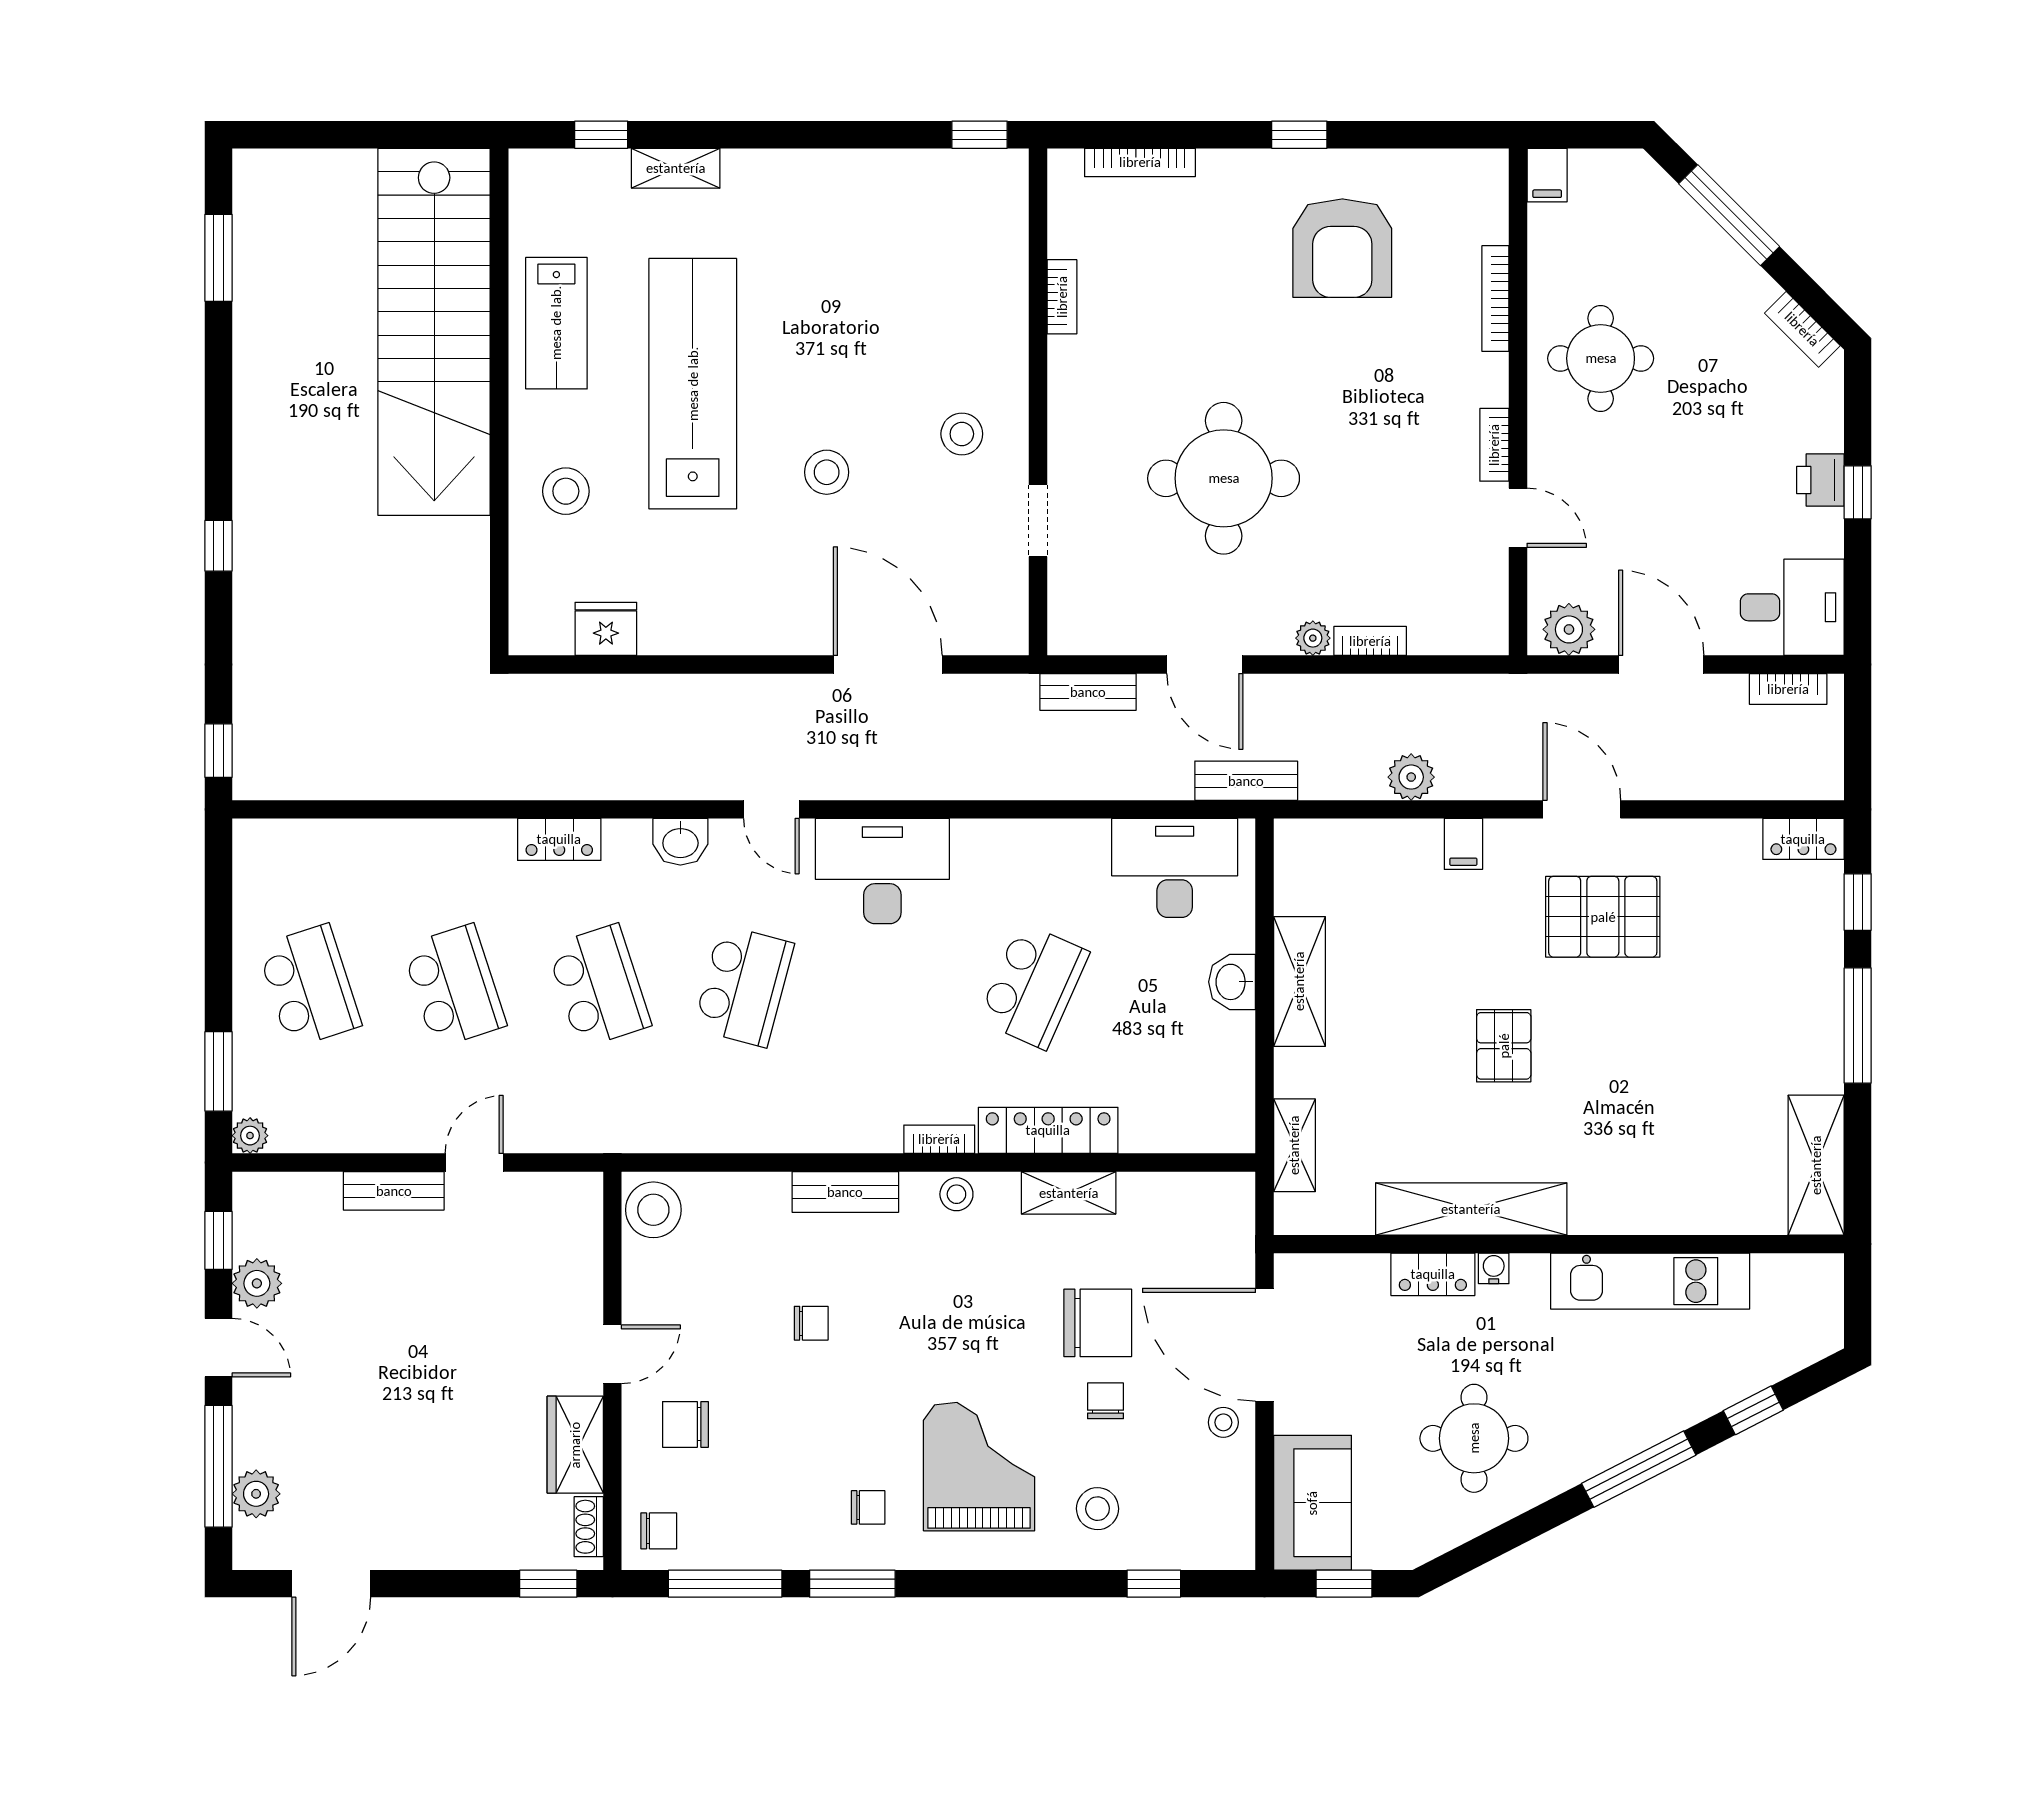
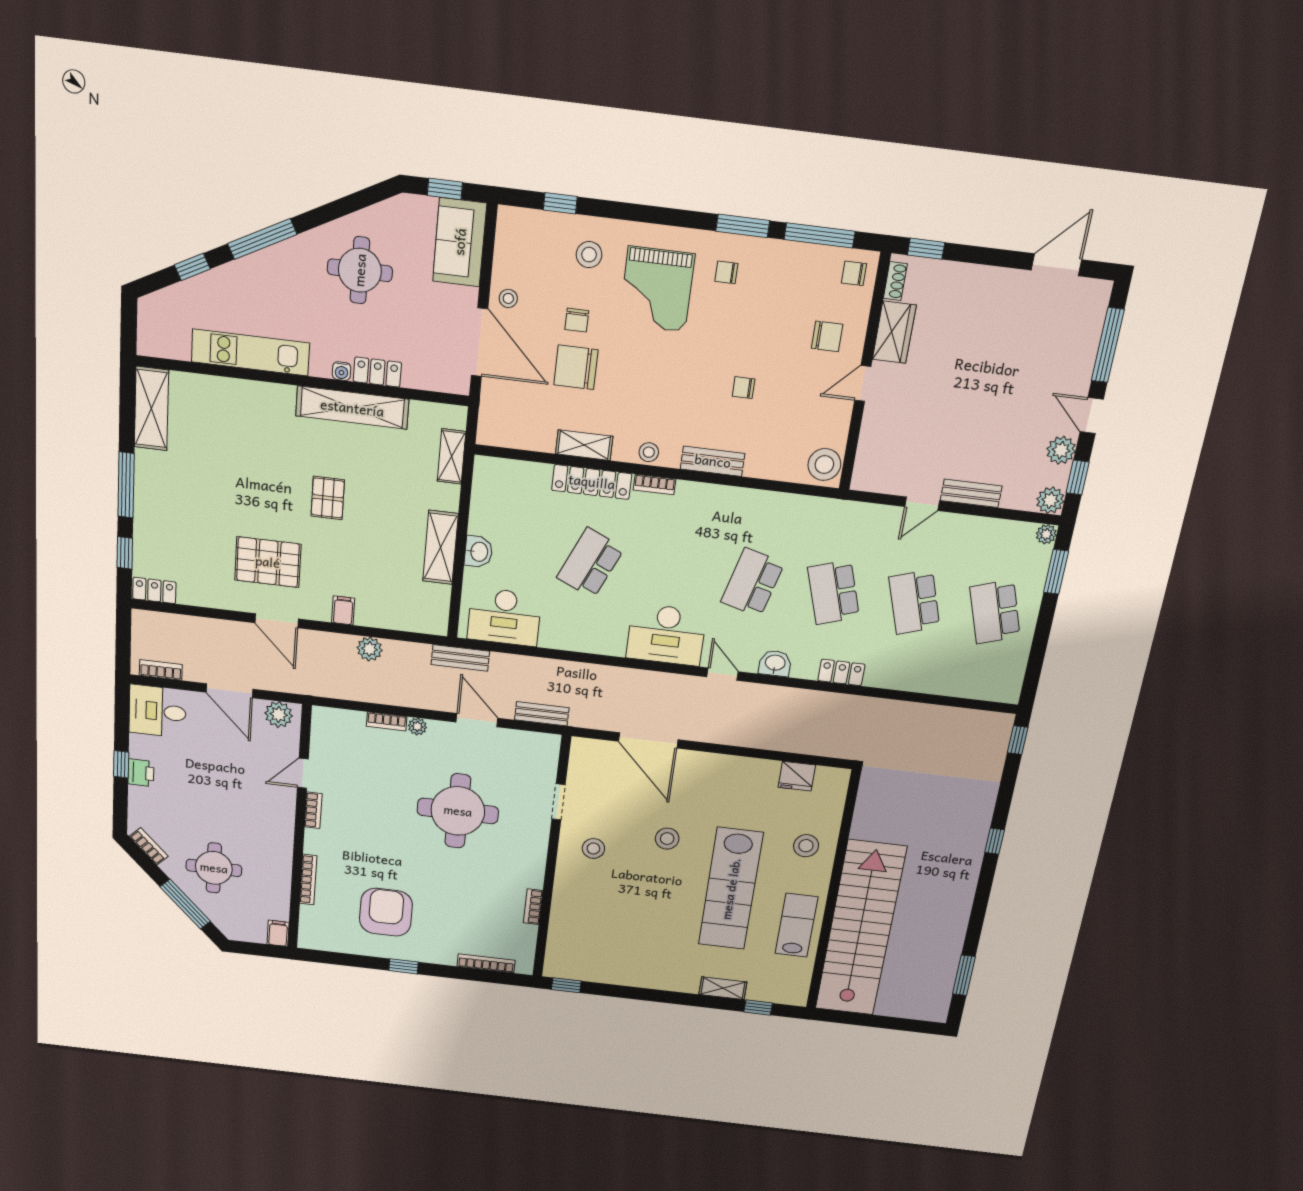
round table: (1601, 358) -> (214, 868), moved
door: (1518, 518) -> (303, 773), hinge flipped
plant: (256, 1494) -> (1050, 500), moved

